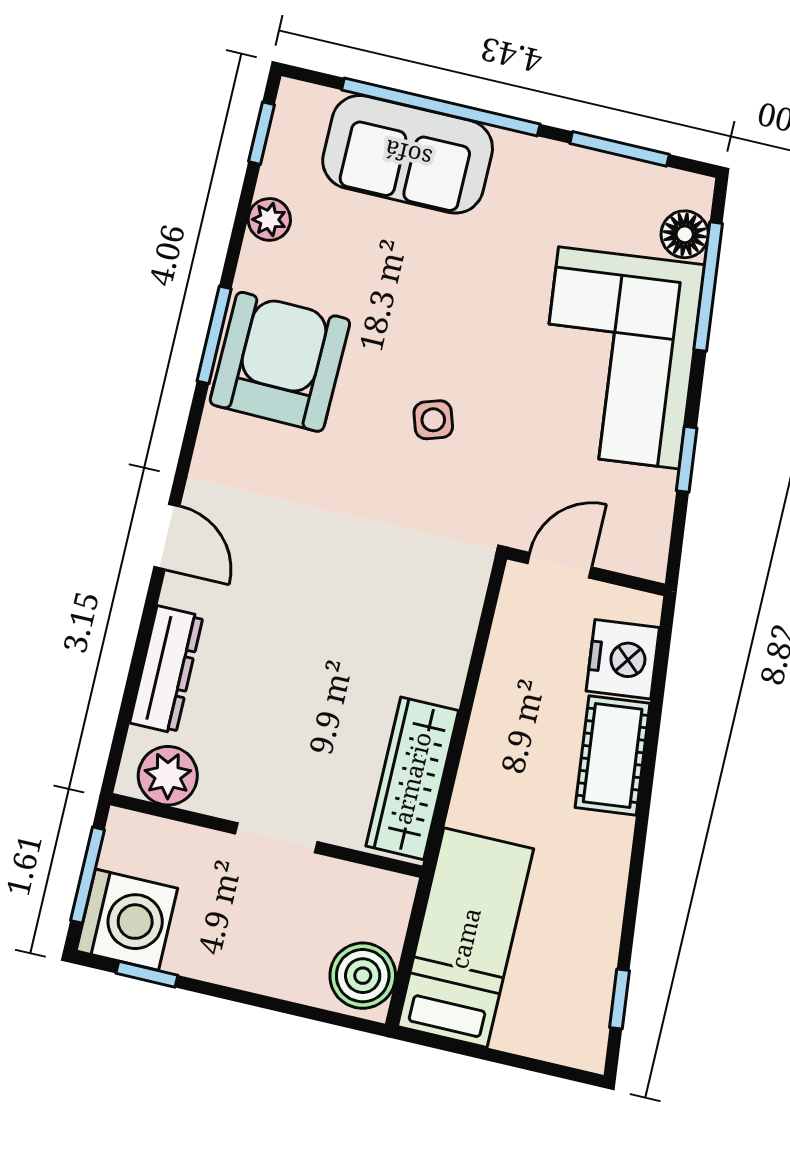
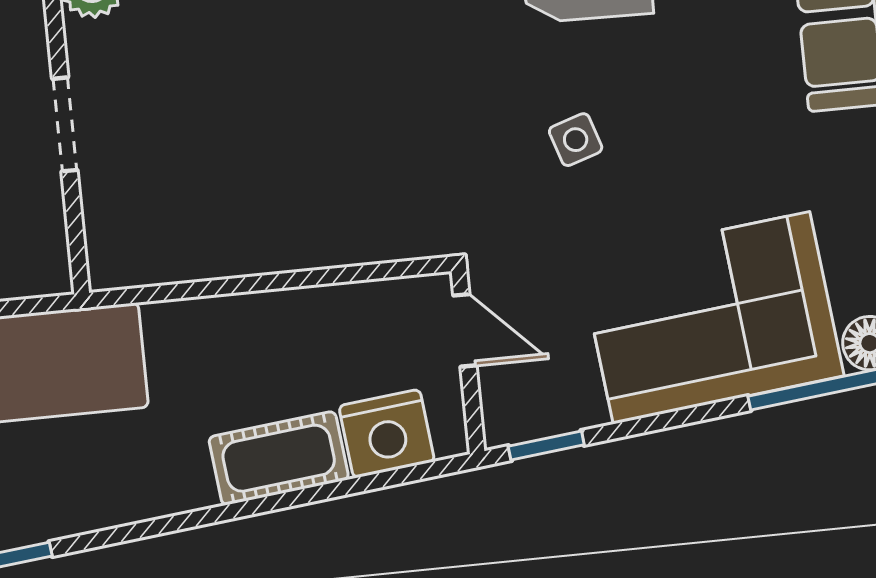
window: (687, 459) -> (546, 446), moved
wardrobe: (412, 778) -> (180, 250), removed

